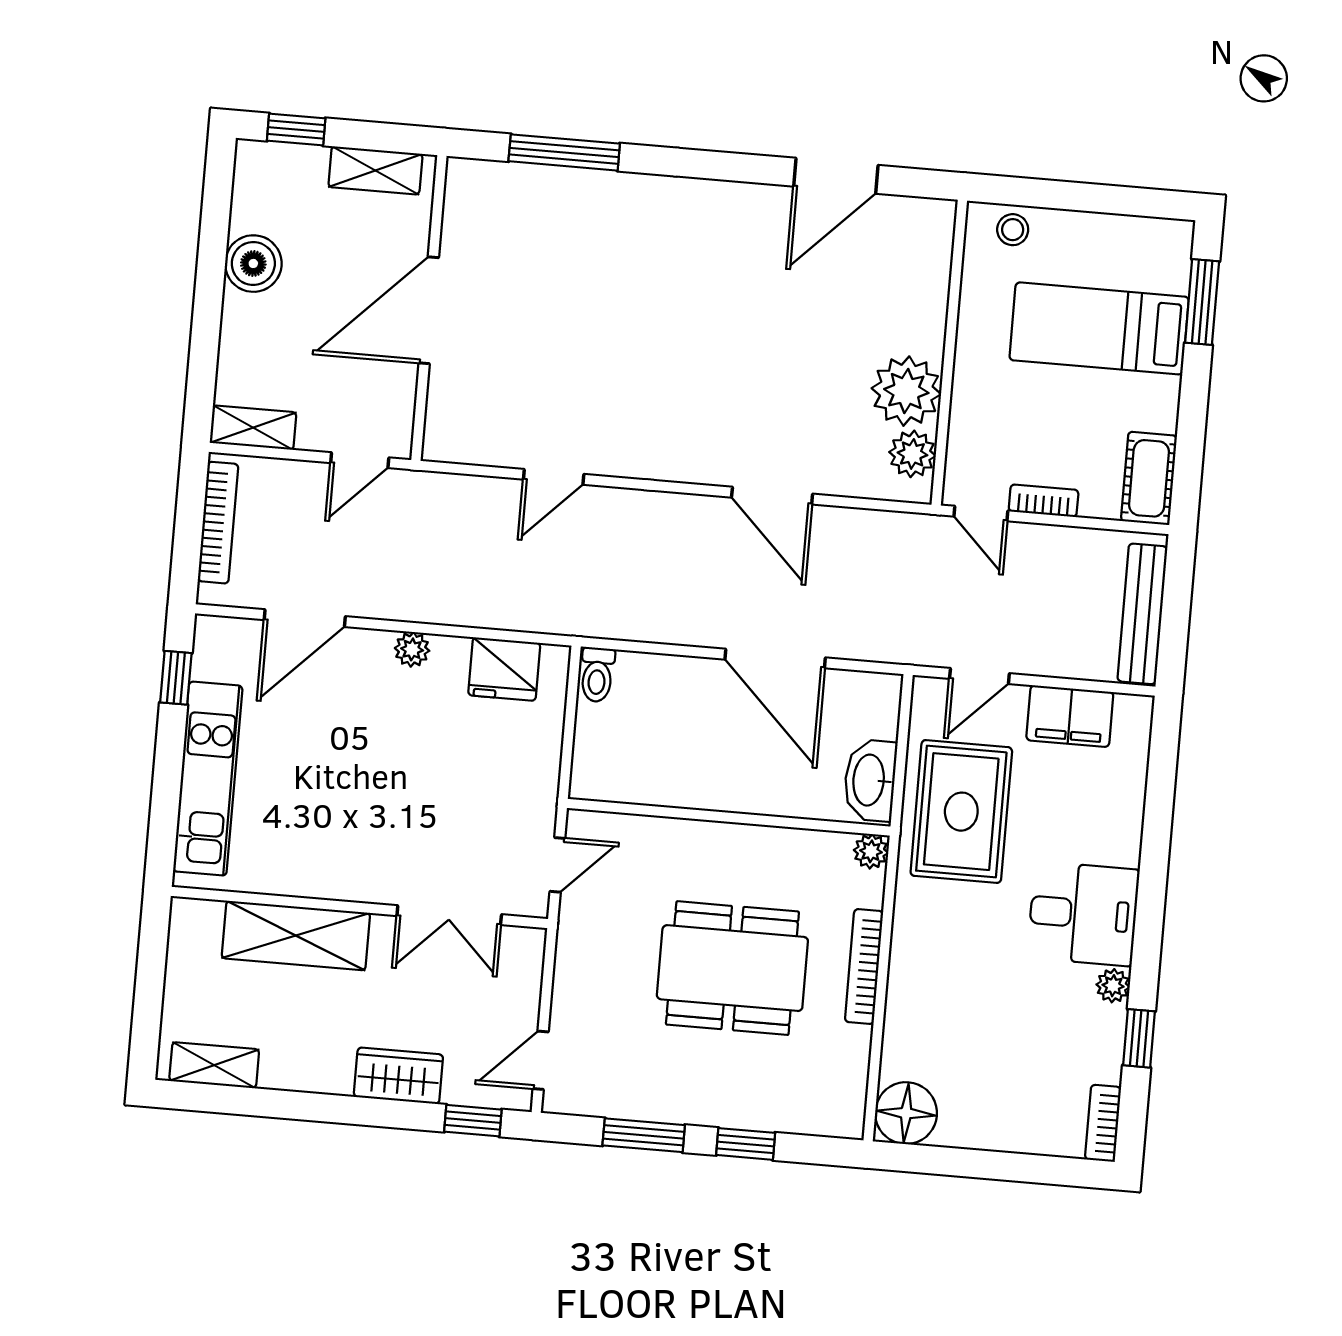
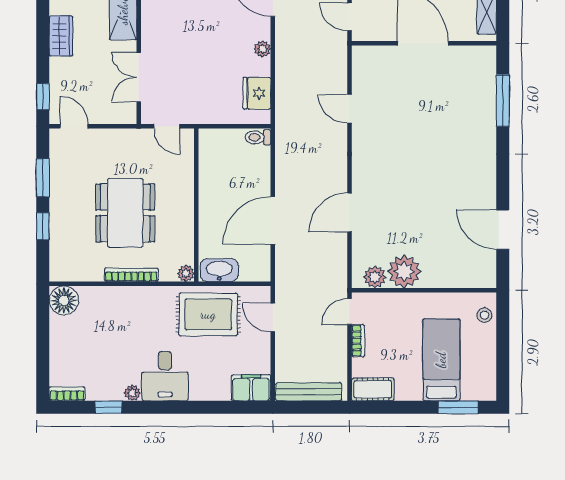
filing cabinet: (1070, 716) -> (251, 388), moved, turned 90
wardrobe: (398, 1076) -> (61, 36), moved

